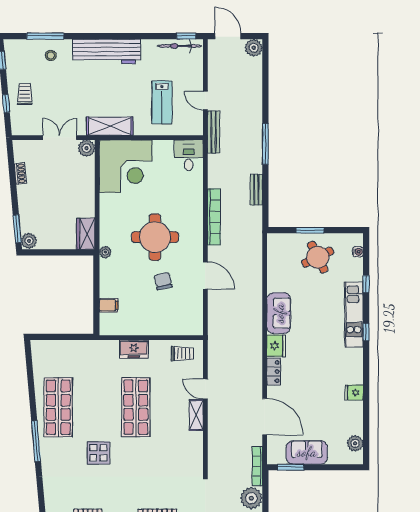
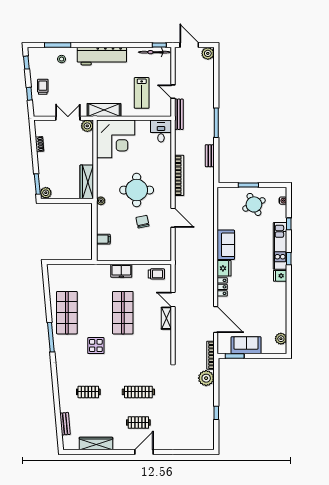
wardrobe: (86, 234) -> (87, 182), width x1.50
fridge: (354, 393) -> (280, 276), moved

